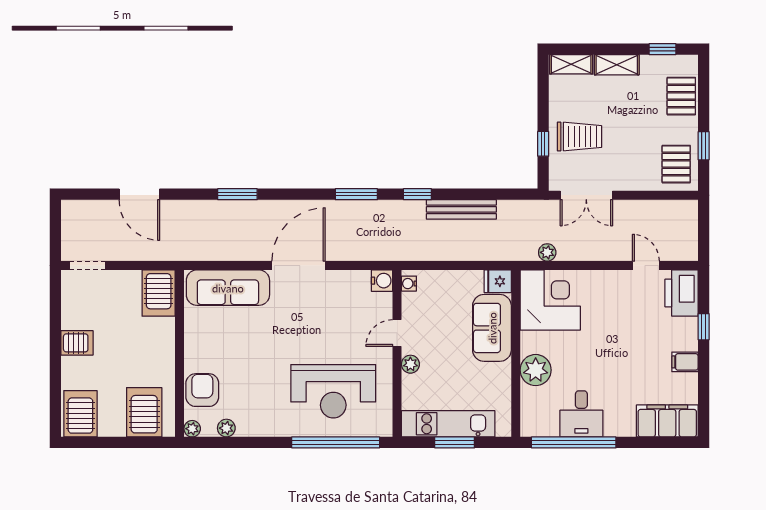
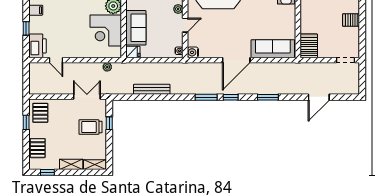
door: (139, 194) -> (319, 97), swing flipped
window: (417, 194) -> (231, 97), moved
corner desk: (550, 300) -> (106, 31), moved

